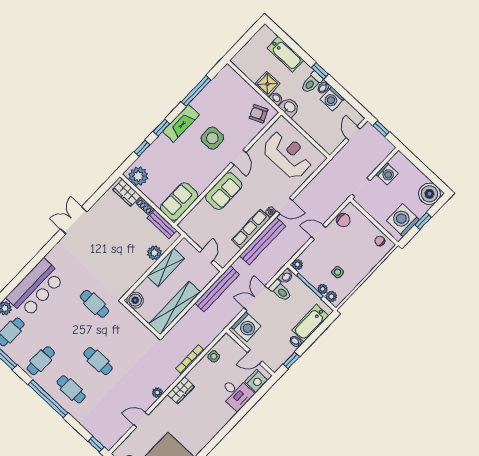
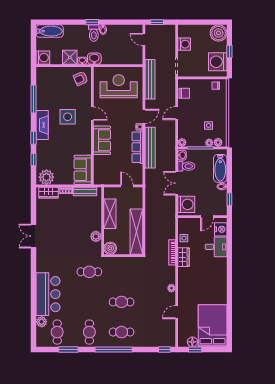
bathtub: (285, 54) -> (50, 31), moved
washing machine: (332, 99) -> (43, 58), moved, turned -90
plant: (154, 253) -> (96, 236), moved
bench: (217, 289) -> (150, 79), moved
wardrobe: (181, 390) -> (183, 257), moved

